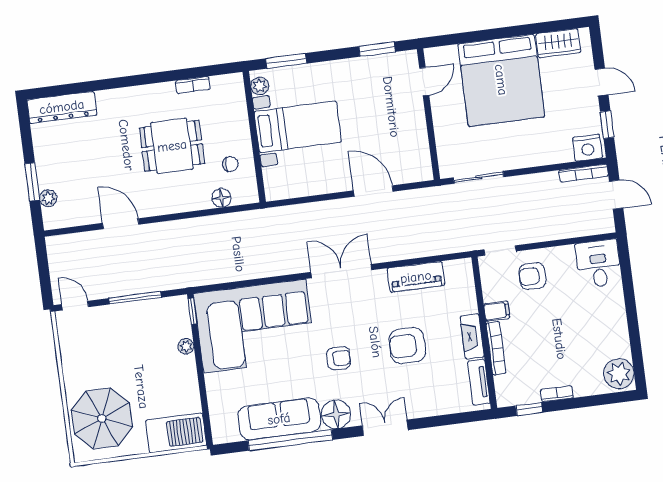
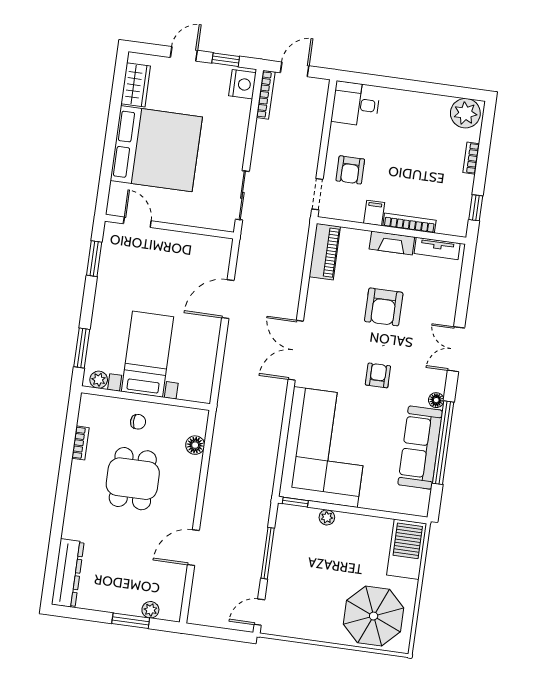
chair: (230, 164) -> (138, 422), moved, turned 90
piano: (416, 277) -> (325, 252), moved
bookcase: (557, 394) -> (471, 158), moved
floor lamp: (336, 414) -> (436, 400), width x0.53, depth x0.53

